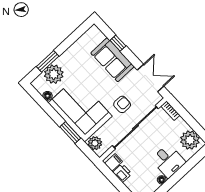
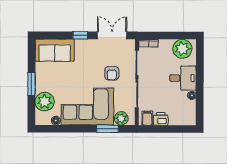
window: (118, 43) -> (80, 35), moved
sofa: (113, 60) -> (55, 50), moved
window: (48, 61) -> (32, 84), moved
armchair: (122, 104) -> (112, 73), turned 180
window: (70, 133) -> (107, 129), moved

